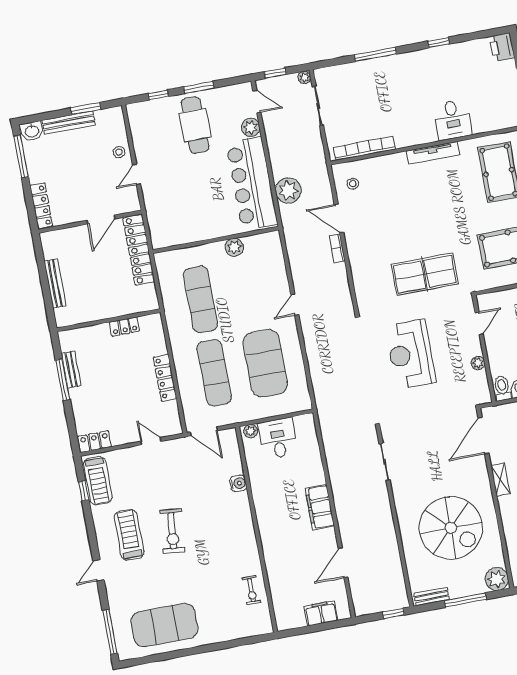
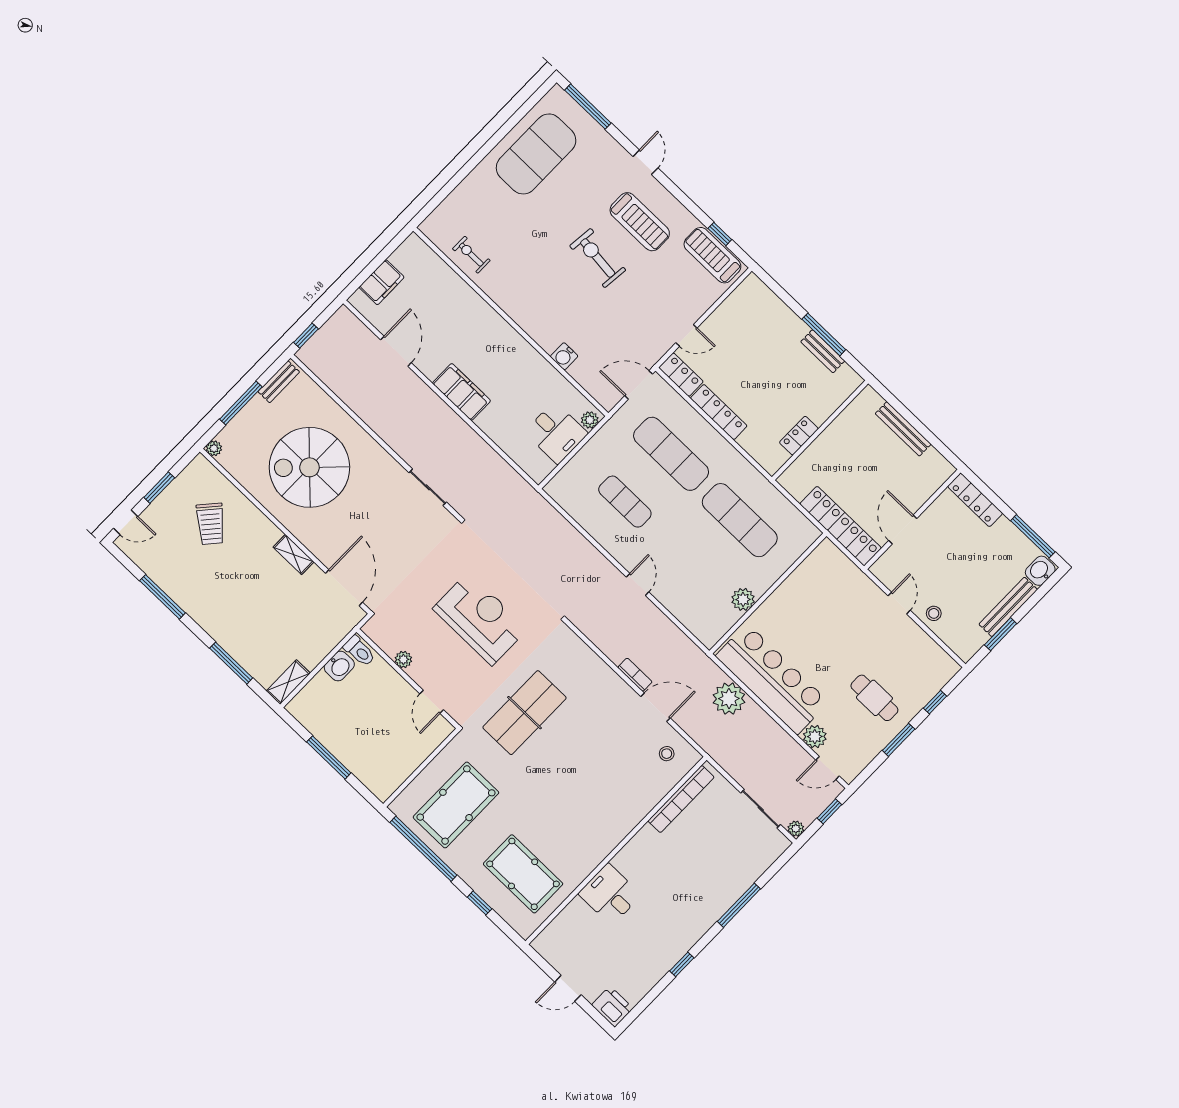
cafe table: (195, 125) -> (874, 698), width x0.73, depth x0.74
tv unit: (433, 153) -> (606, 845), removed
exercise mat: (265, 363) -> (625, 502), width x0.50, depth x0.69
locker: (95, 442) -> (681, 375), moved, turned -90
plant: (497, 579) -> (214, 448), width x0.53, depth x0.53

